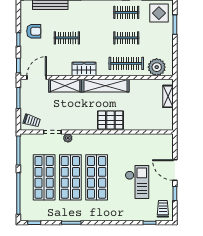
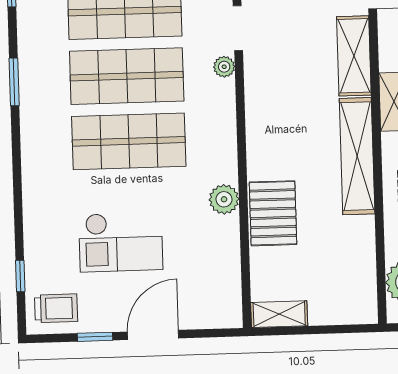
shelving: (168, 96) -> (279, 314), moved
pallet: (110, 120) -> (273, 213), moved
plant: (121, 140) -> (224, 199), added

